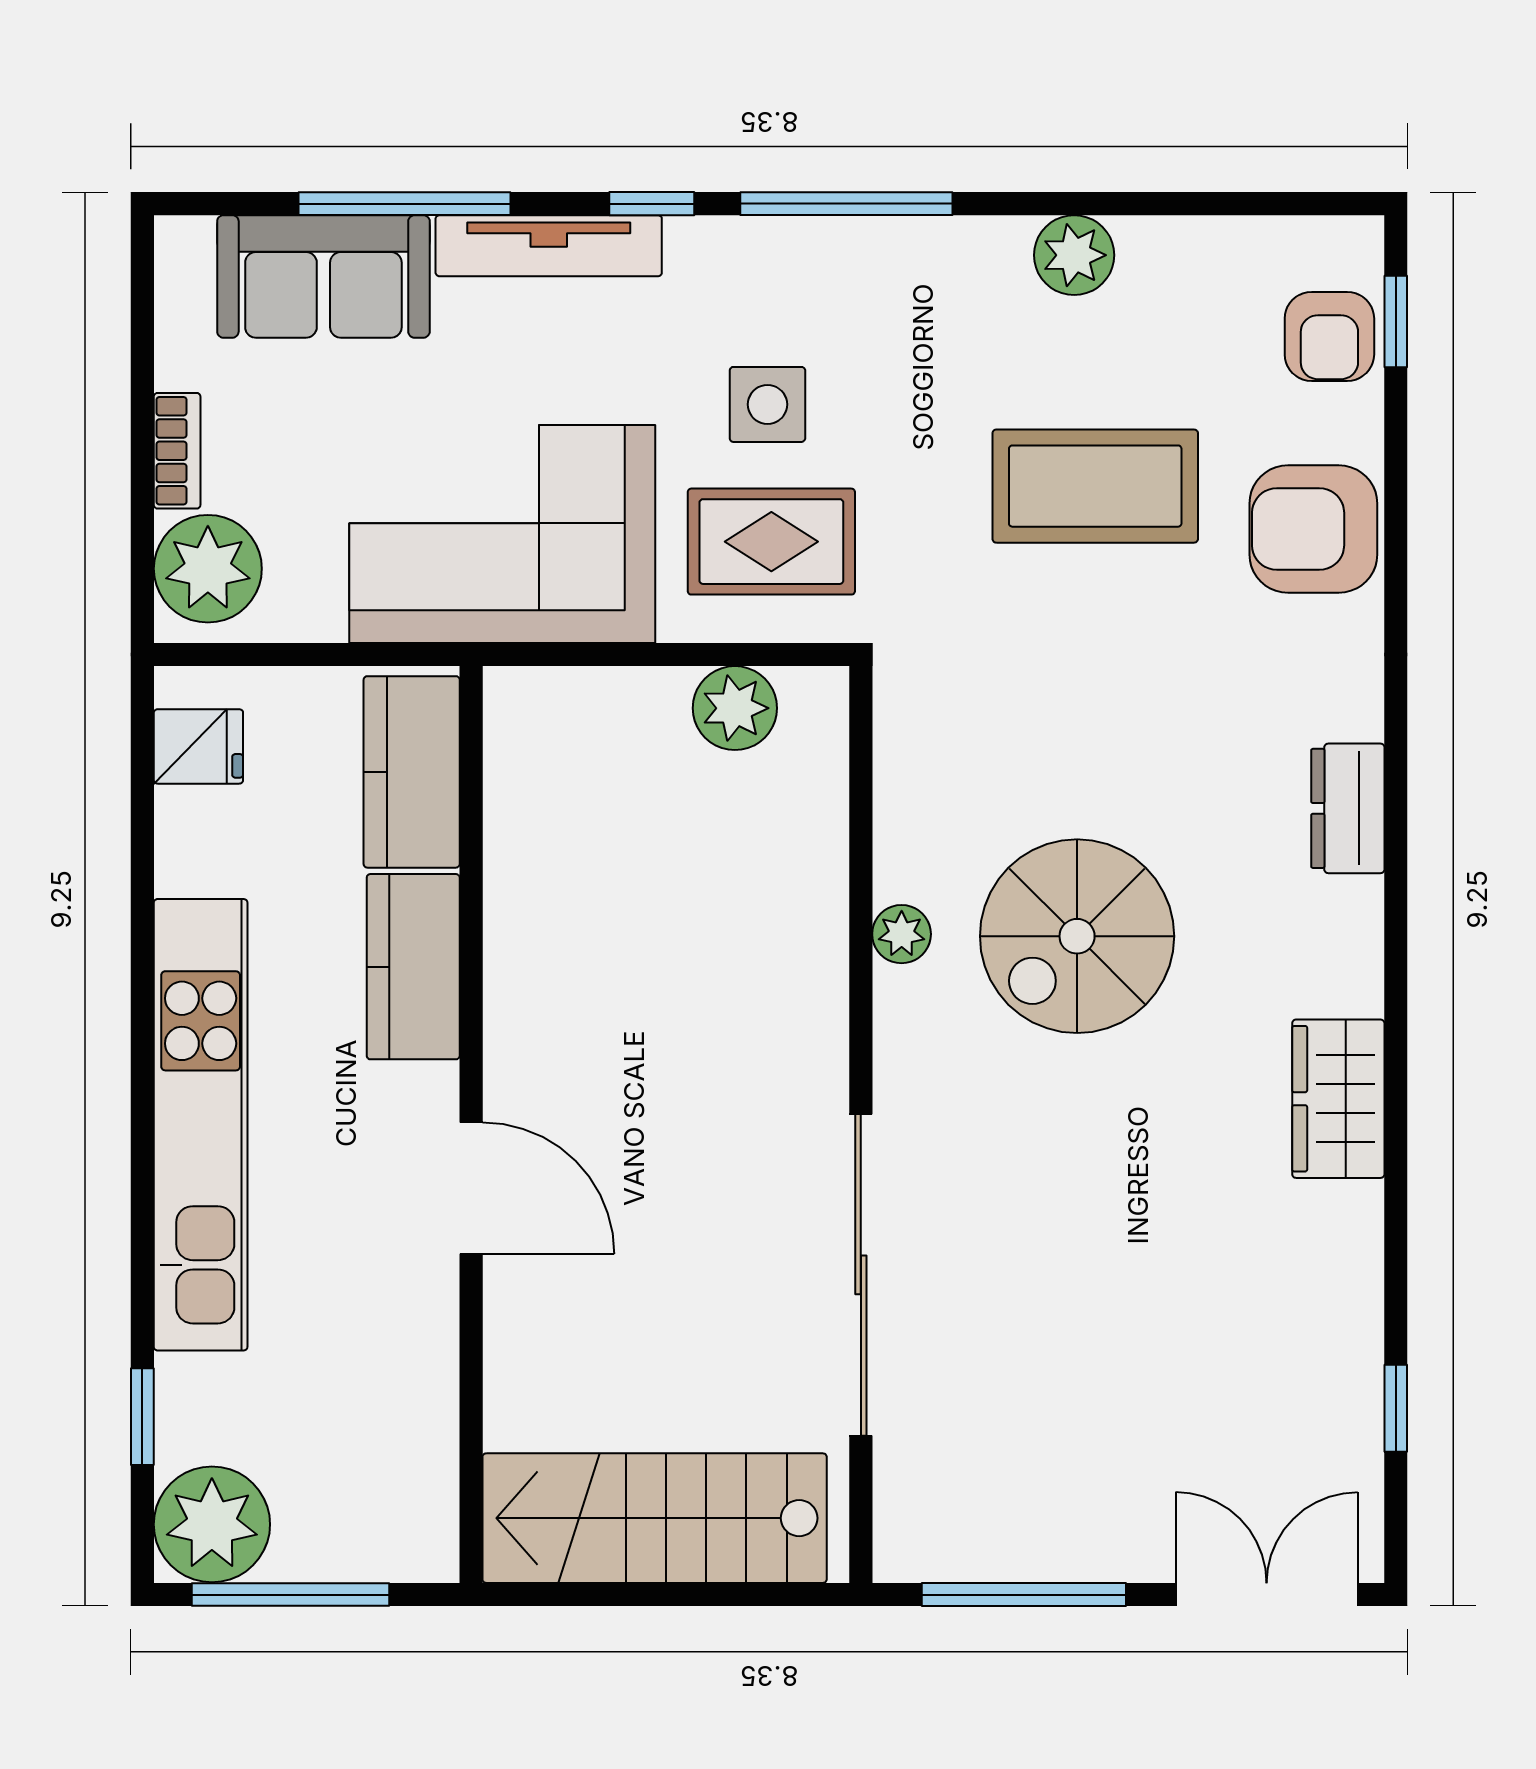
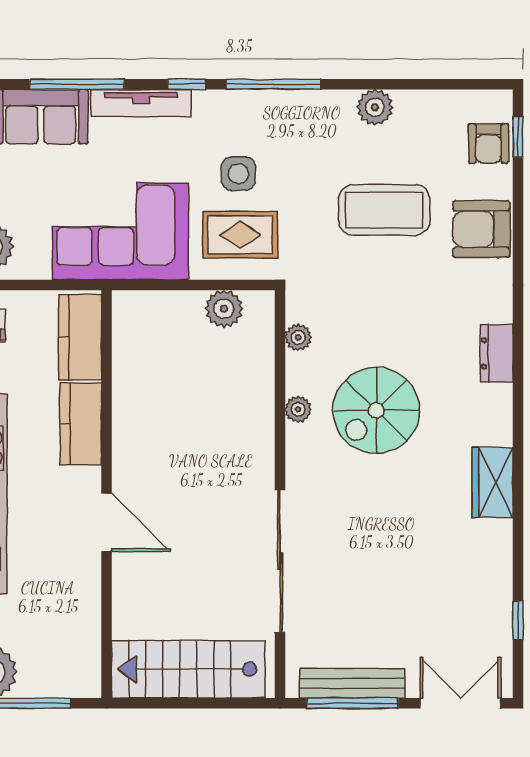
plant: (902, 772) -> (298, 337), added
bench: (1023, 1550) -> (352, 683), added

